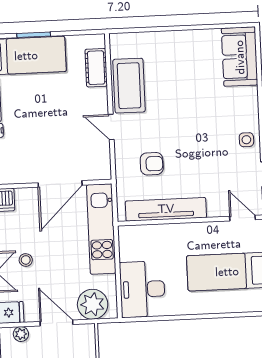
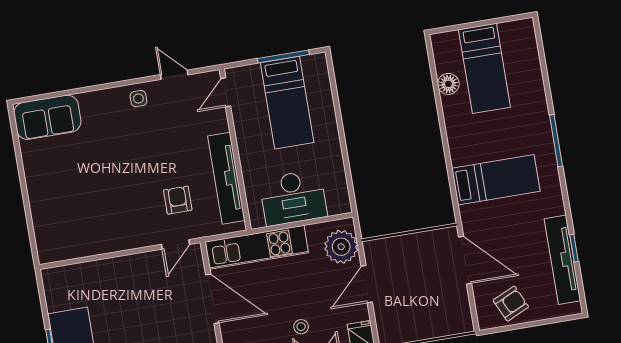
cot: (96, 68) -> (79, 274), removed
coffee table: (129, 86) -> (94, 236), removed
door: (111, 127) -> (176, 244), moved
desk: (142, 289) -> (293, 198), moved
plant: (21, 334) -> (384, 322), removed

